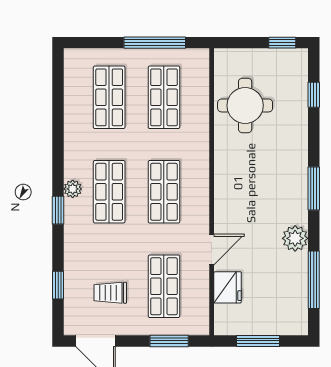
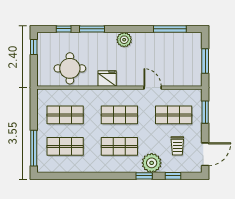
window: (155, 43) -> (34, 148), moved
plant: (73, 189) -> (152, 163), moved, width x1.87, depth x1.87
window: (314, 189) -> (92, 29), moved
window: (58, 210) -> (144, 176), moved
plant: (295, 238) -> (124, 40), moved
fridge: (228, 287) -> (107, 78), moved

